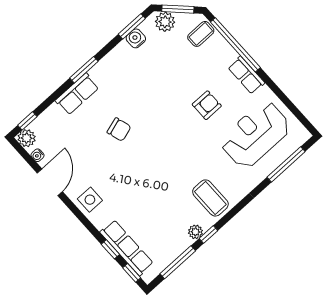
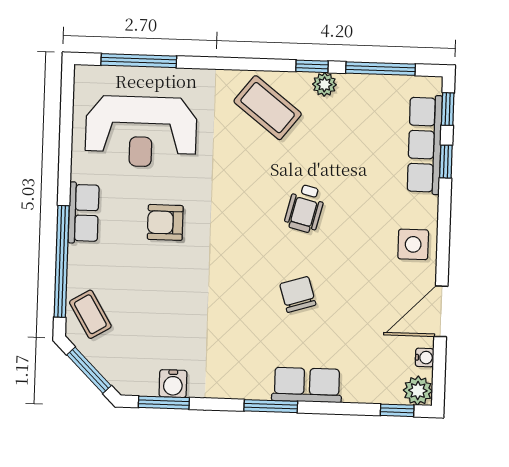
plant: (165, 22) -> (119, 370), removed
coffee table: (201, 34) -> (90, 314), turned 59
wheelchair: (152, 170) -> (305, 208), added
coffee table: (210, 198) -> (268, 108), turned -52

